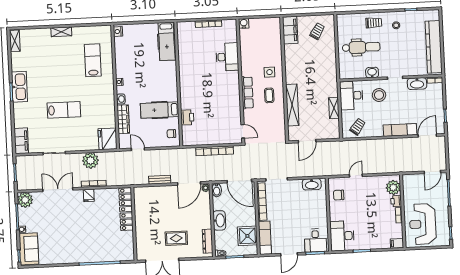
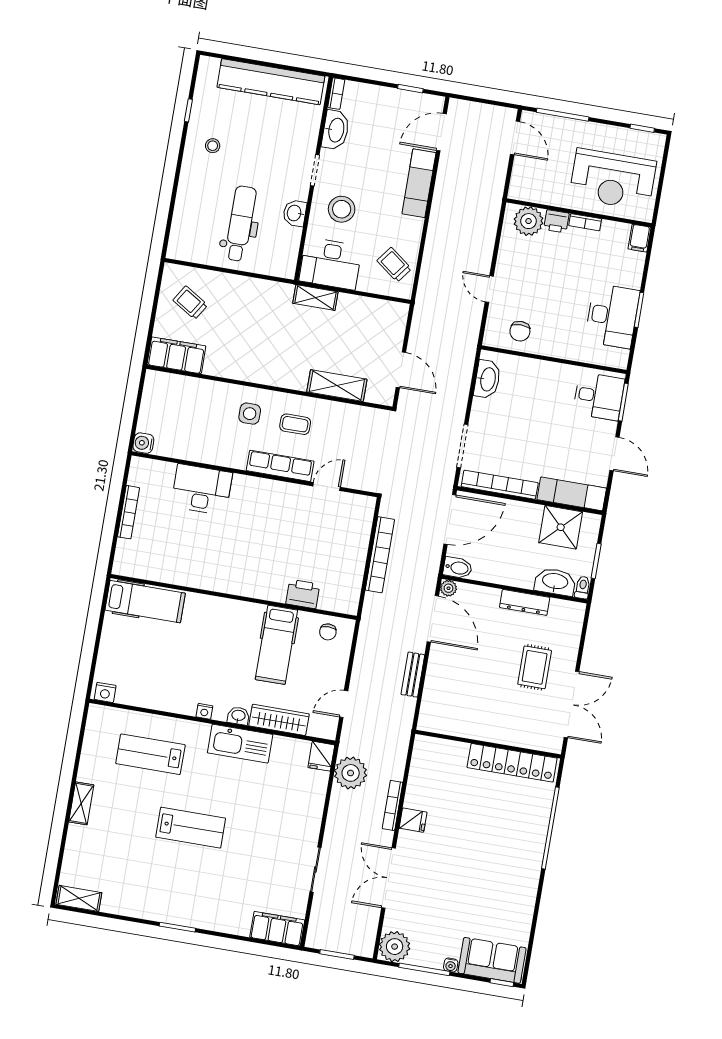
trolley: (374, 23) -> (198, 188), removed
kitchen sink: (19, 87) -> (240, 744), moved, turned 180
shelving: (292, 105) -> (337, 386), width x0.68
shelving: (334, 108) -> (315, 298), moved
lab bench: (64, 110) -> (191, 828), moved, turned 90
door: (243, 131) -> (327, 487), moved
door: (427, 135) -> (441, 132), hinge flipped
fridge: (108, 139) -> (321, 756), width x0.53, depth x0.75
plant: (90, 161) -> (351, 773), moved
locker: (126, 209) -> (512, 763), moved
washbasin: (219, 220) -> (555, 582), moved
desk: (342, 236) -> (612, 316), moved, turned -90
dresser: (208, 241) -> (525, 602), moved

